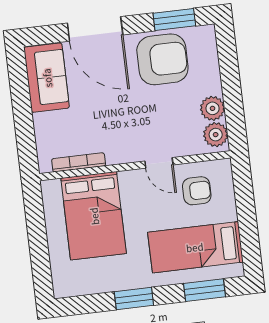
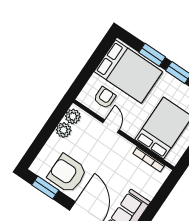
armchair: (197, 191) -> (105, 98), turned 90
bed: (195, 247) -> (128, 72), width x1.50
window: (205, 290) -> (152, 55), moved

